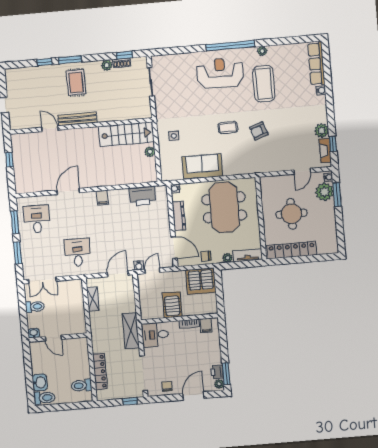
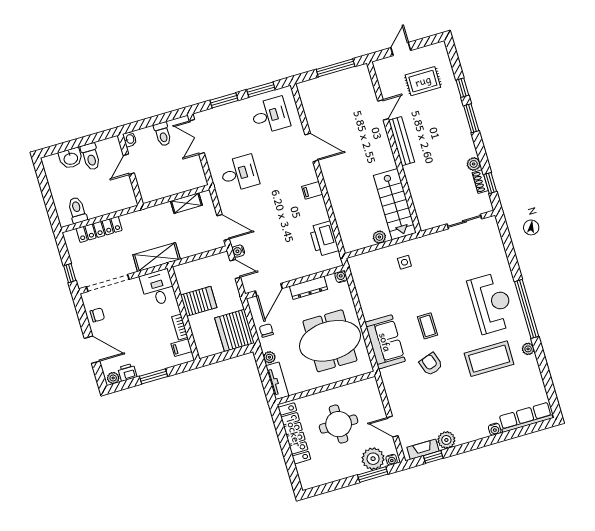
rug: (76, 82) -> (423, 81), moved
window: (9, 160) -> (336, 68), width x2.17
sofa: (202, 167) -> (385, 342), moved
window: (226, 374) -> (154, 376), moved
toilet: (44, 398) -> (91, 157), moved

